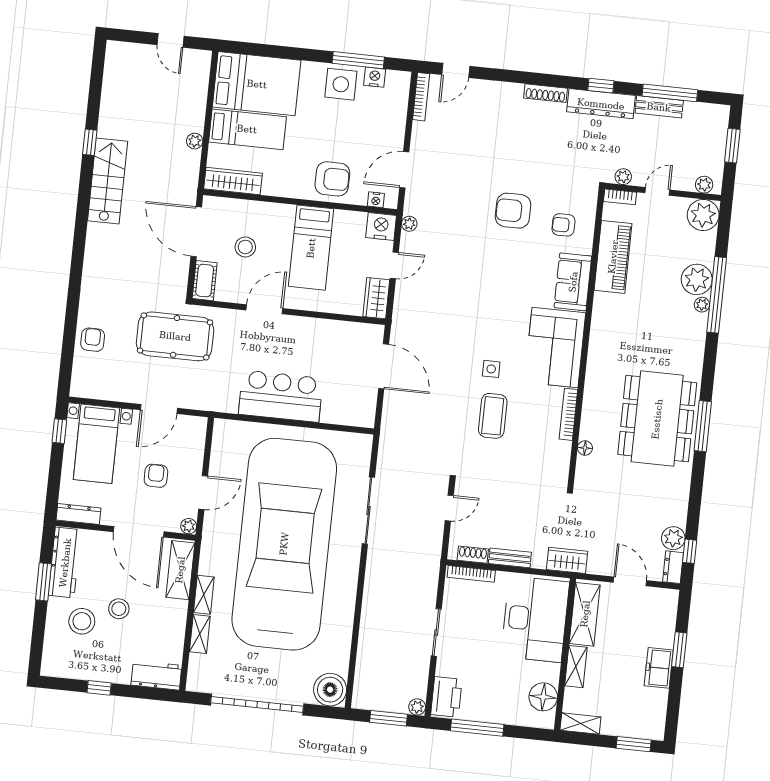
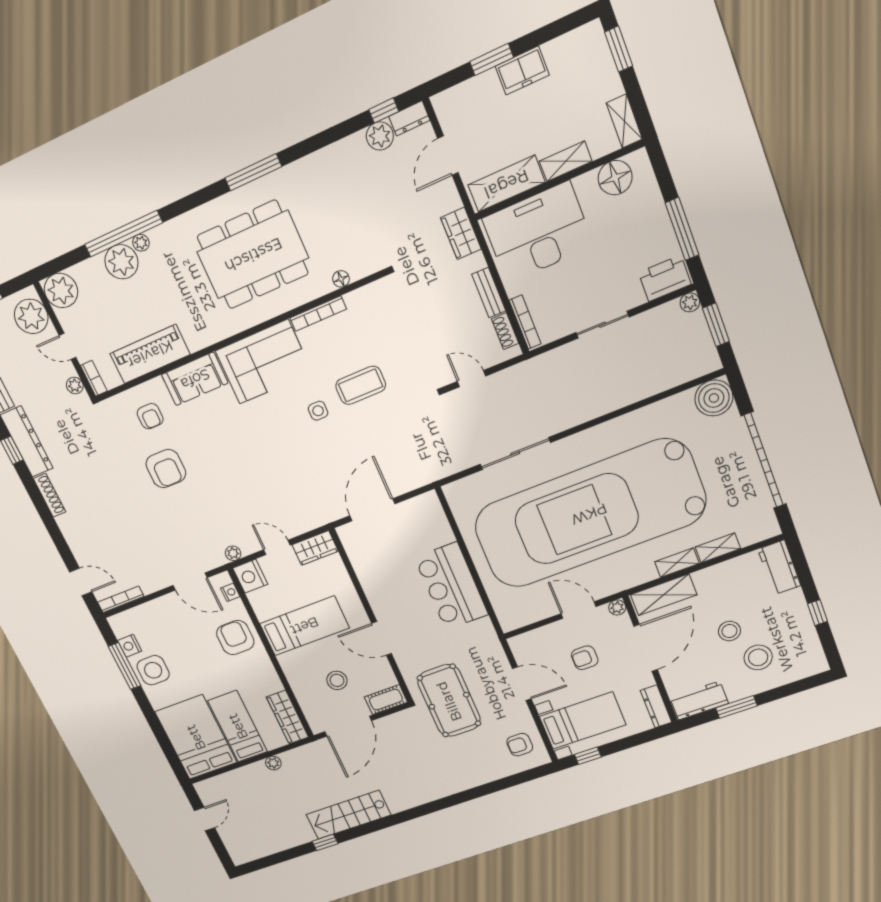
plant: (704, 185) -> (31, 316), width x1.88, depth x1.88
armchair: (93, 340) -> (520, 745), moved
dining table: (657, 419) -> (253, 255), moved
workbench: (65, 563) -> (699, 701), width x0.73

